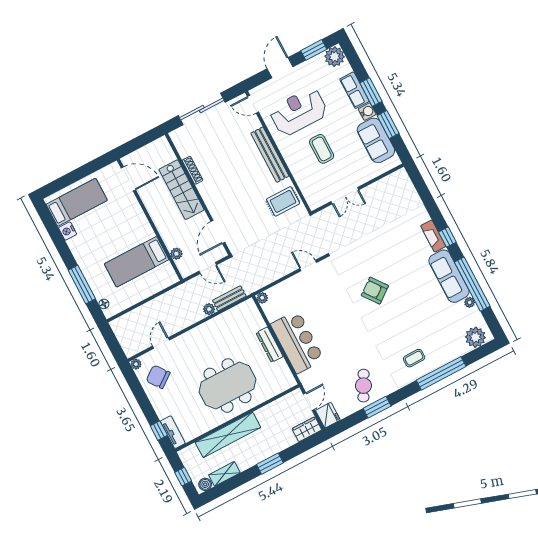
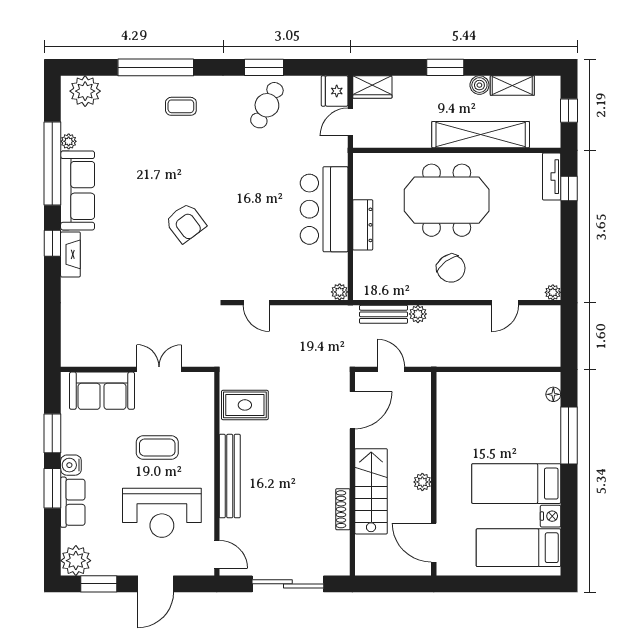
sofa: (376, 140) -> (102, 391), moved, turned 90
coffee table: (322, 149) -> (157, 448), turned 90
plant: (176, 254) -> (422, 482), moved
bed: (137, 262) -> (516, 484), moved, turned 180
chair: (158, 377) -> (451, 268), moved
boiler: (205, 484) -> (479, 85), moved

